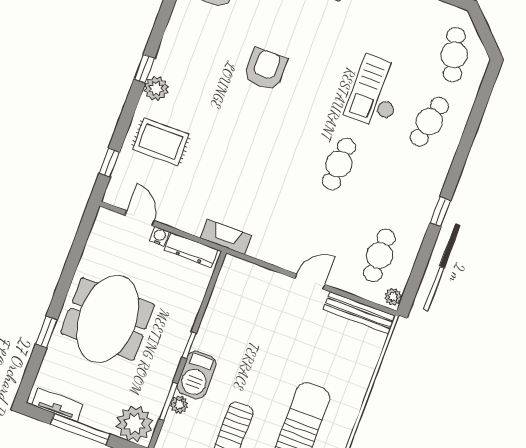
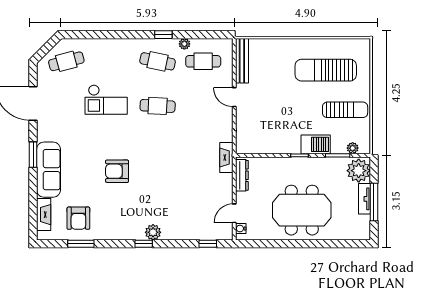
cafe table: (429, 122) -> (158, 61), moved
rug: (161, 142) -> (184, 218), removed
water cooler: (159, 236) -> (241, 229), moved
plant: (393, 297) -> (184, 44), moved
window: (46, 332) -> (323, 244), removed
plant: (179, 404) -> (353, 148), moved
tv unit: (57, 405) -> (364, 199), moved

